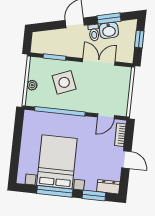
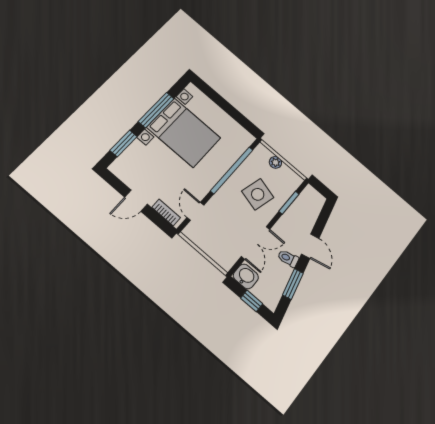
washbasin: (109, 30) -> (246, 276), moved, turned 103
side table: (64, 82) -> (258, 194), turned 37
dresser: (108, 187) -> (122, 164), removed

